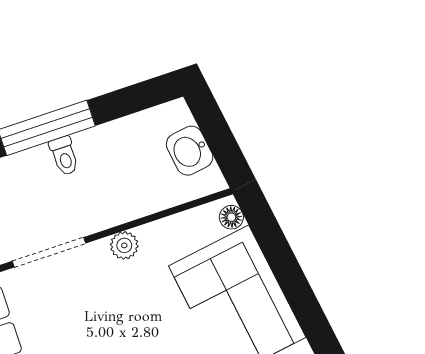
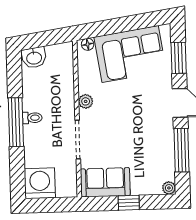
washbasin: (190, 151) -> (34, 58), moved

